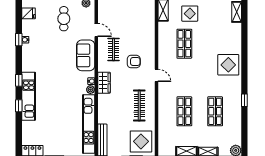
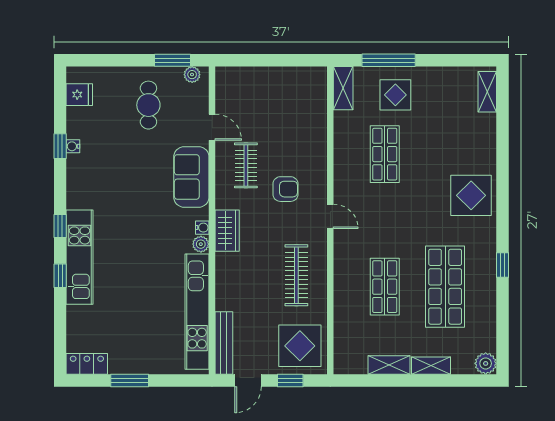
shop shelf: (215, 111) -> (445, 287), width x1.43, depth x1.36

